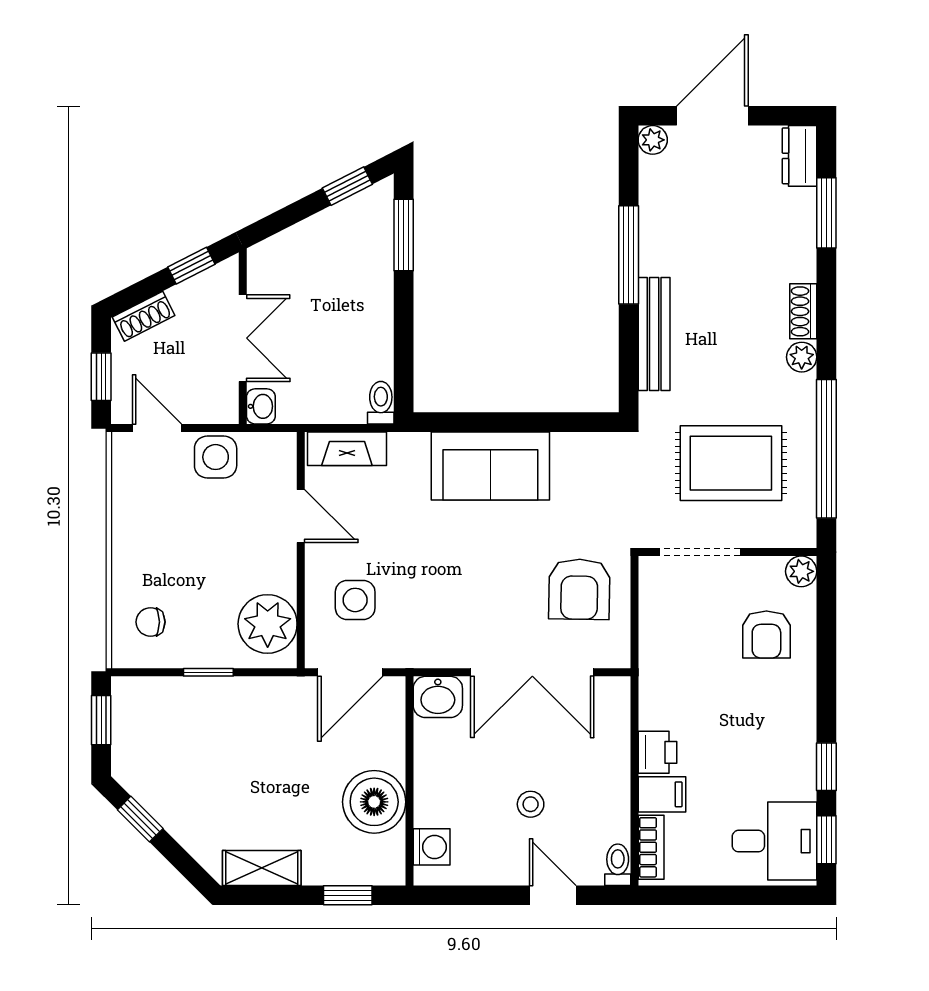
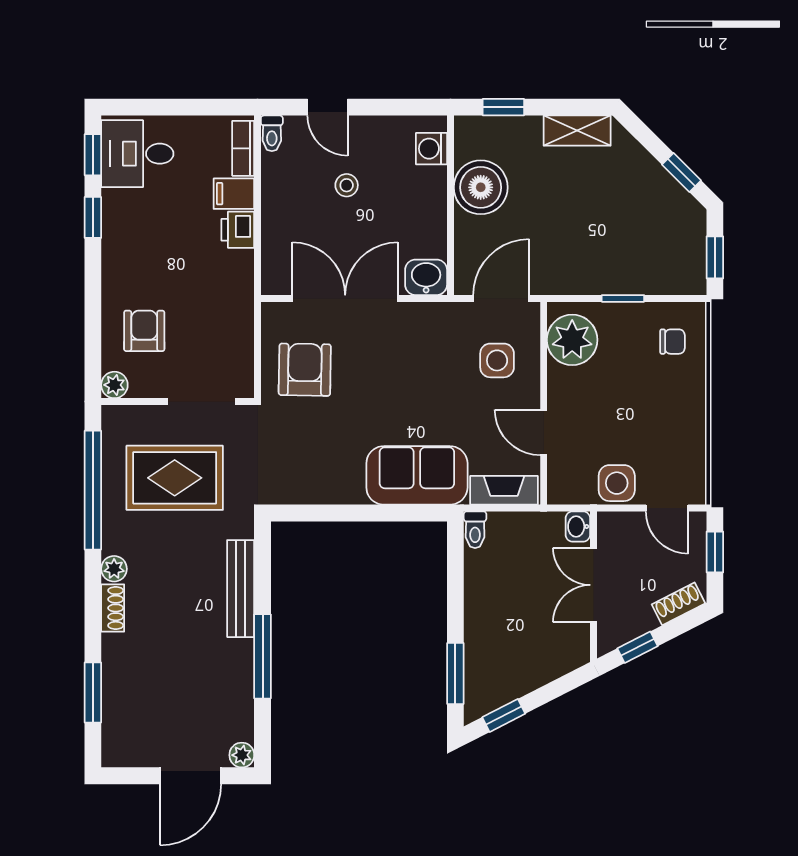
dresser: (800, 156) -> (116, 741), removed
sofa: (490, 466) -> (417, 475), moved

